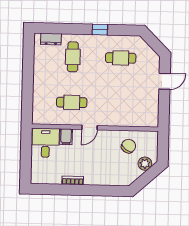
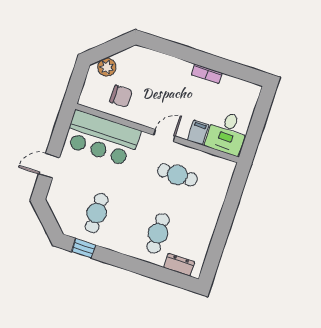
window: (100, 30) -> (83, 248), moved
cafe table: (121, 58) -> (97, 213), turned 90
bar counter: (133, 112) -> (102, 138), added
chair: (129, 146) -> (121, 96), turned -125

